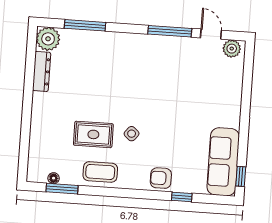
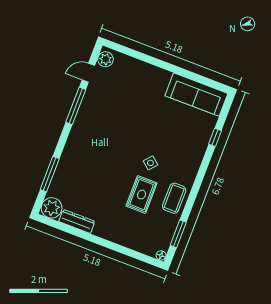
window: (241, 176) -> (213, 84), removed
floor lamp: (54, 178) -> (161, 255), moved
armchair: (161, 178) -> (194, 150), removed

